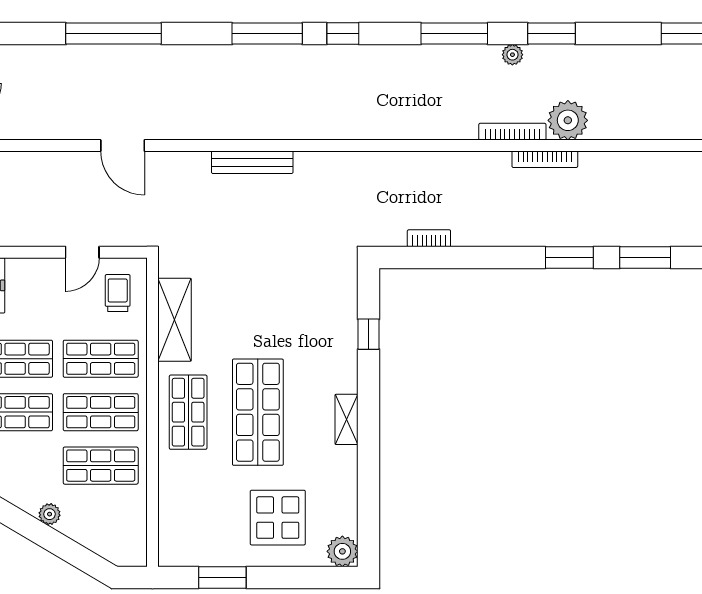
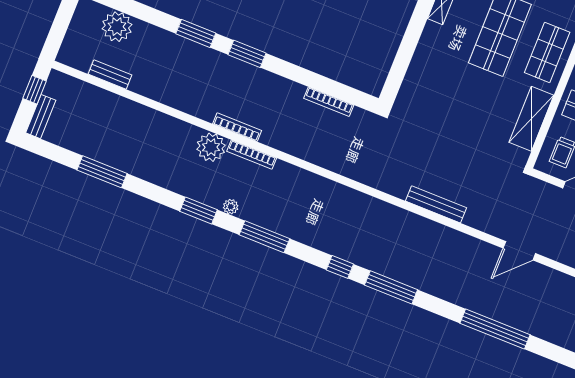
door: (123, 146) -> (519, 251), swing flipped
bookcase: (429, 238) -> (329, 102), width x1.56
window: (369, 334) -> (404, 56), removed

